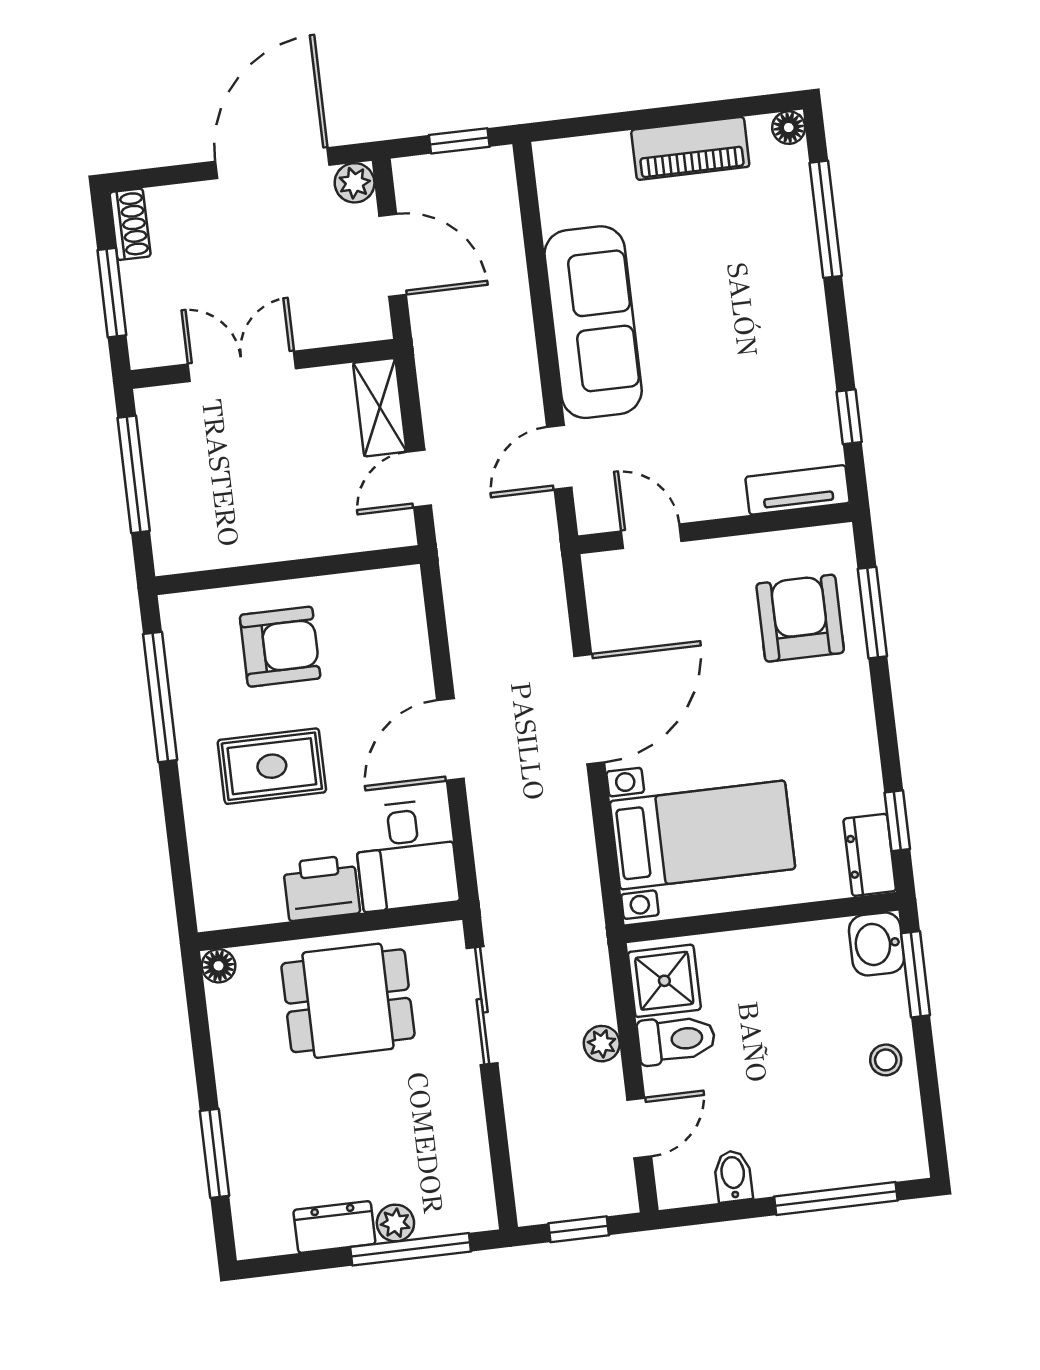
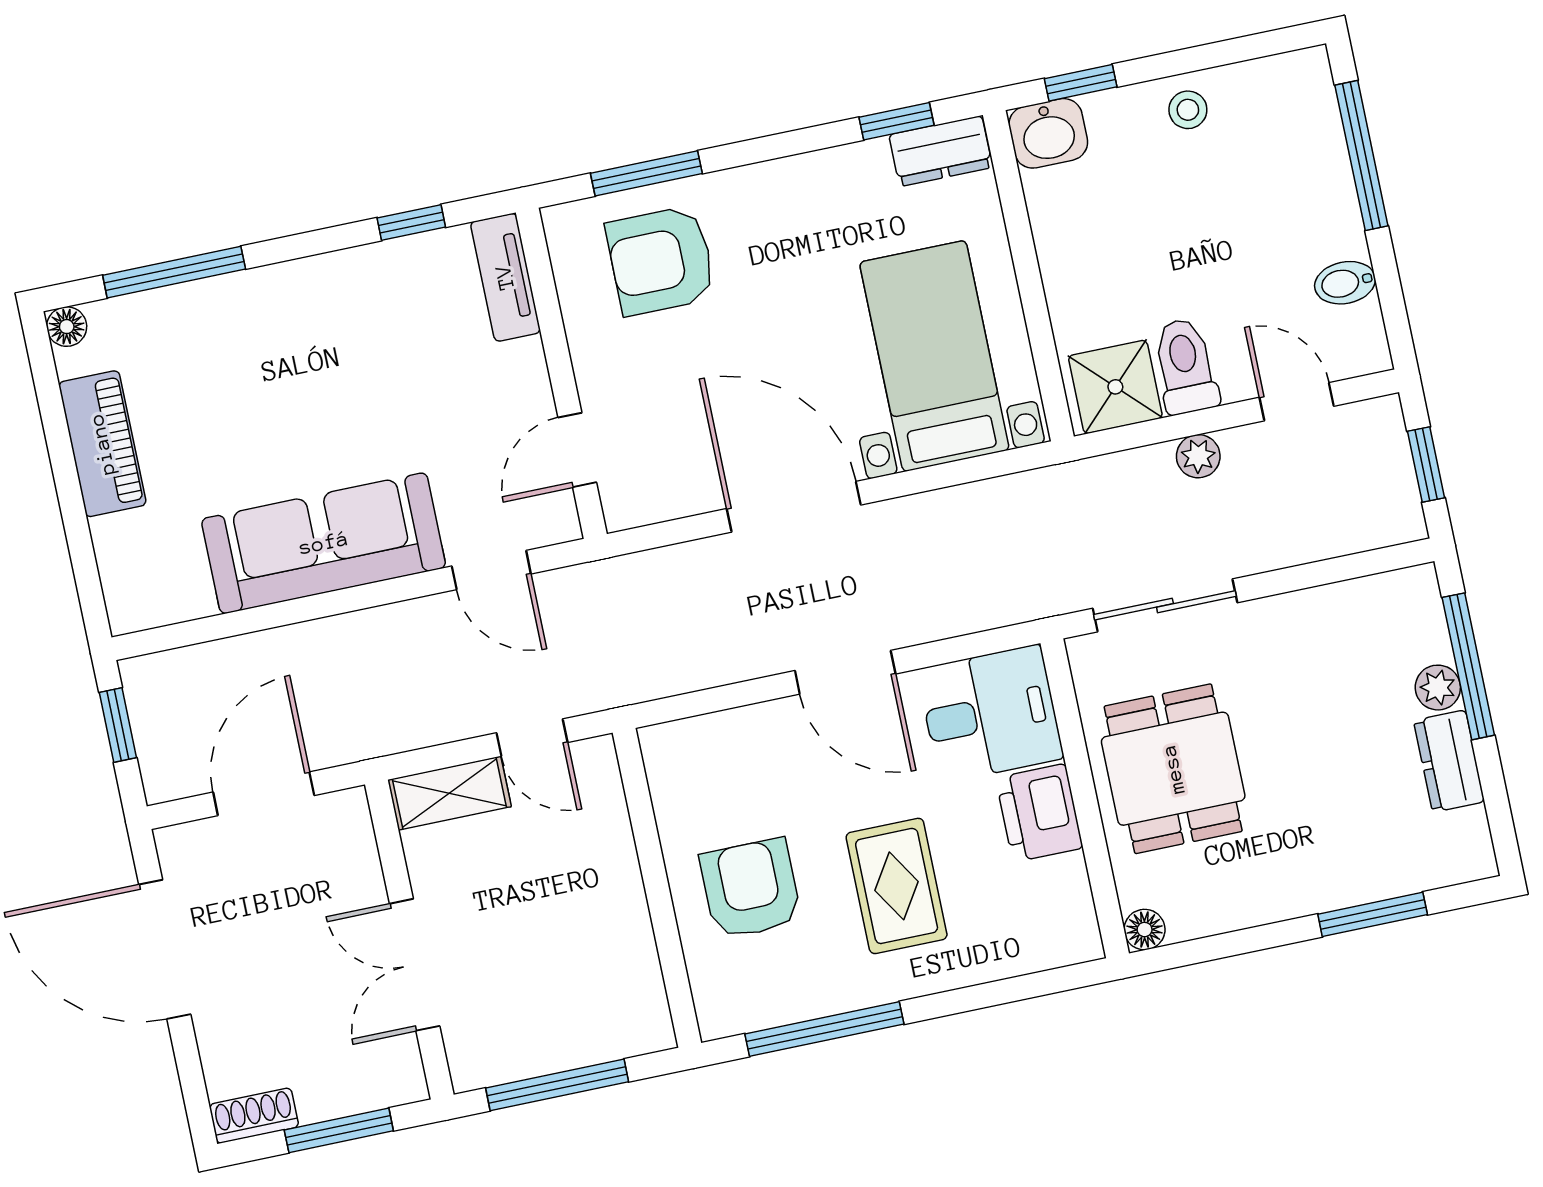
plant: (355, 183) -> (180, 848), removed
window: (916, 974) -> (1081, 83), width x0.67

